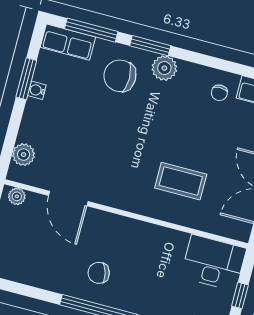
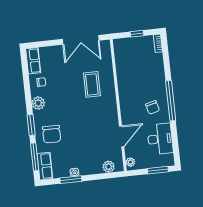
plant: (164, 68) -> (38, 103), moved
desk: (214, 263) -> (160, 139), moved, turned 180

